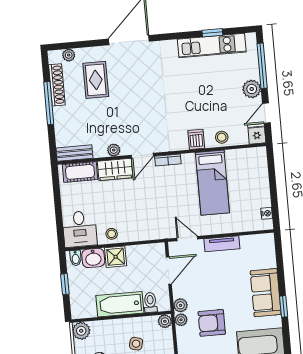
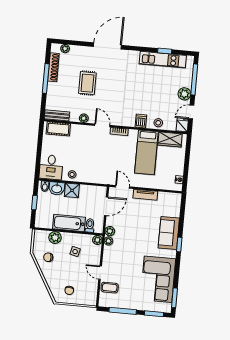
rug: (96, 80) -> (87, 83), moved
door: (142, 156) -> (102, 125), swing flipped
wardrobe: (115, 169) -> (170, 139), moved
armchair: (212, 323) -> (129, 247), removed
plant: (81, 331) -> (55, 238), moved

